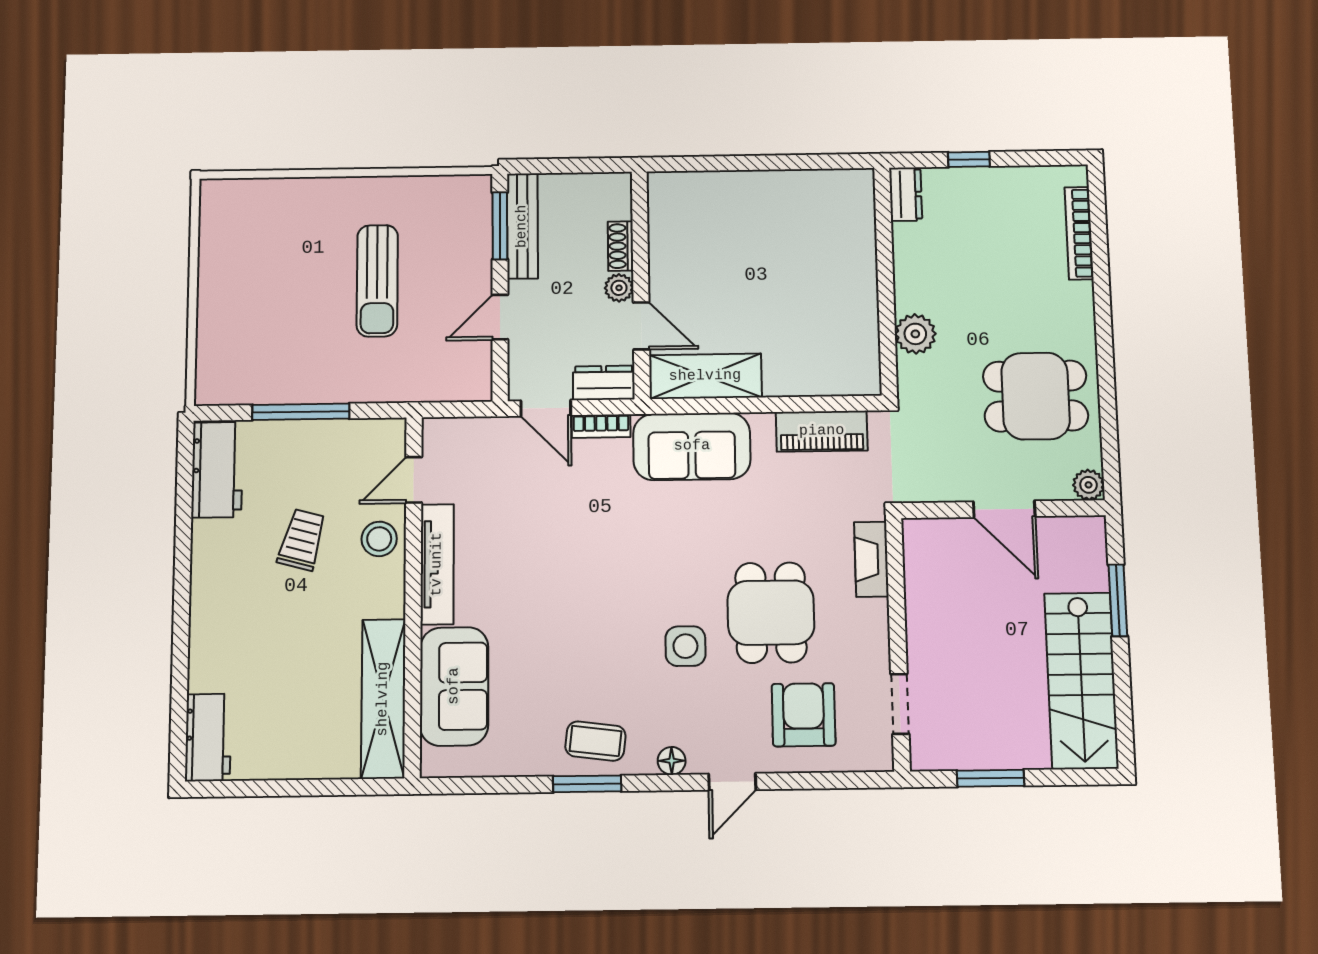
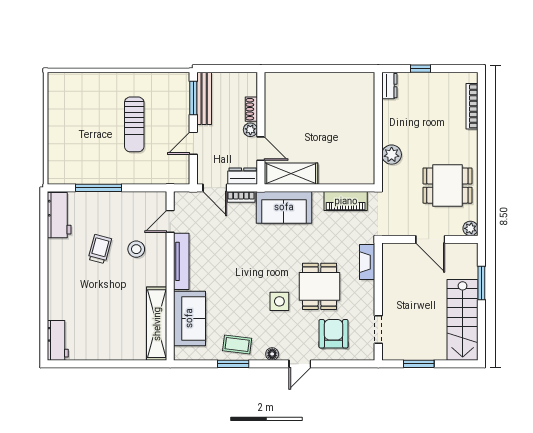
door: (414, 480) -> (170, 221), moved
tv unit: (437, 564) -> (181, 261), moved
wall: (413, 595) -> (170, 276), moved
sofa: (454, 686) -> (189, 318), moved
shelving: (383, 699) -> (157, 324), moved

